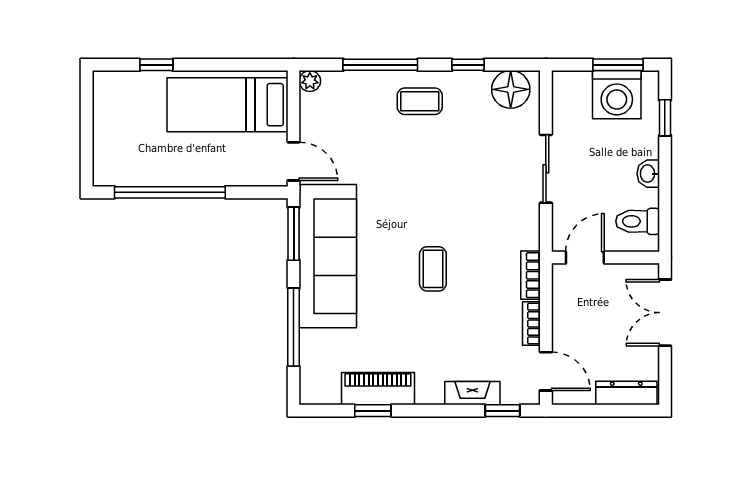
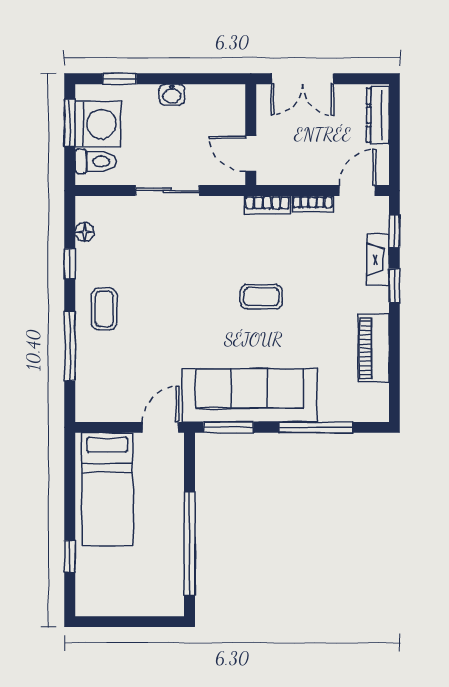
plant: (310, 81) -> (85, 412), removed
floor lamp: (511, 89) -> (85, 232), width x0.53, depth x0.53
toilet: (638, 221) -> (96, 161), moved, turned -90
window: (373, 411) -> (394, 286), moved

